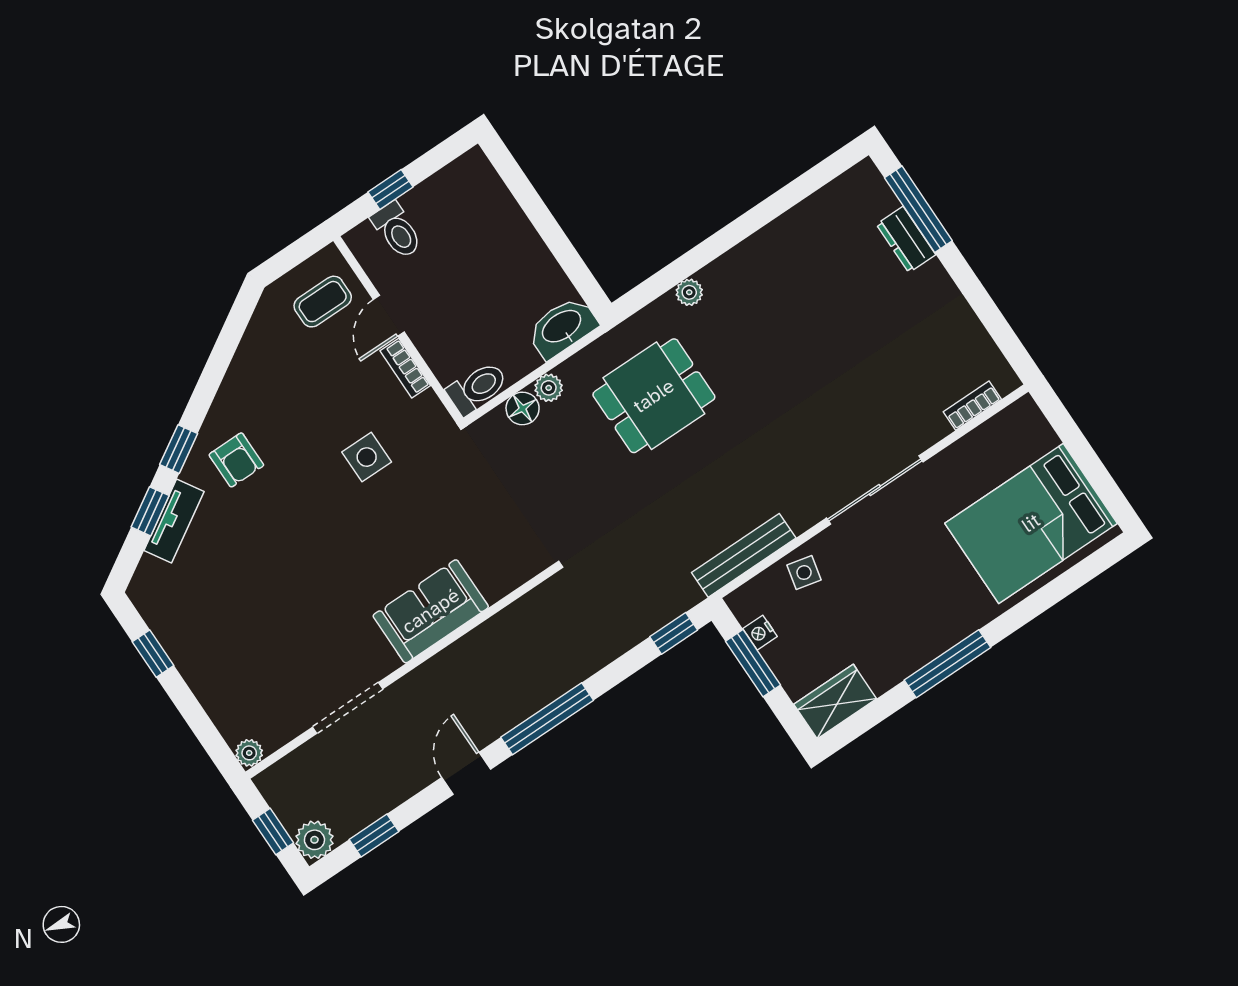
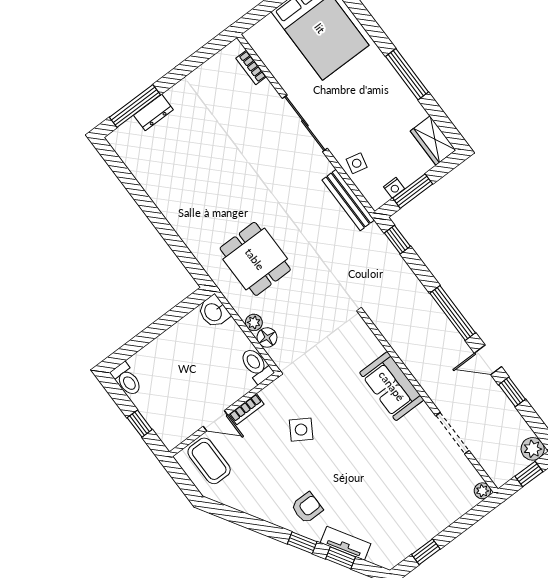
toilet: (397, 230) -> (127, 379), moved, turned 90
plant: (689, 292) -> (192, 241), removed
coffee table: (323, 302) -> (209, 461), width x1.36, depth x1.30
washbasin: (562, 327) -> (214, 312), width x0.72
side table: (367, 457) -> (301, 430), turned 32
window: (374, 835) -> (512, 392), moved

